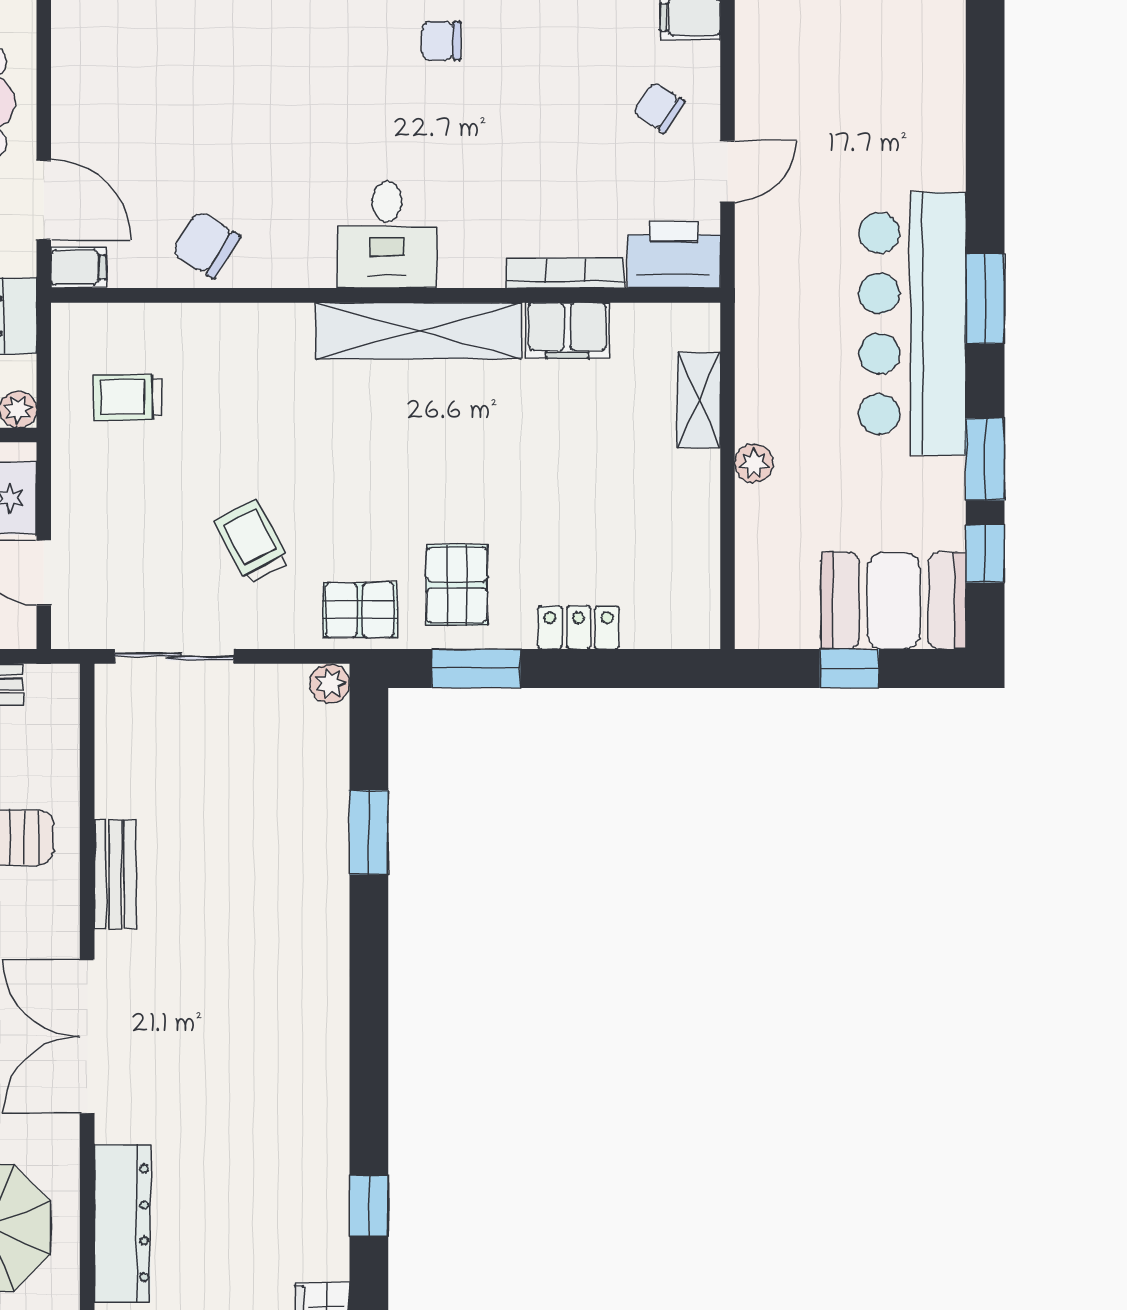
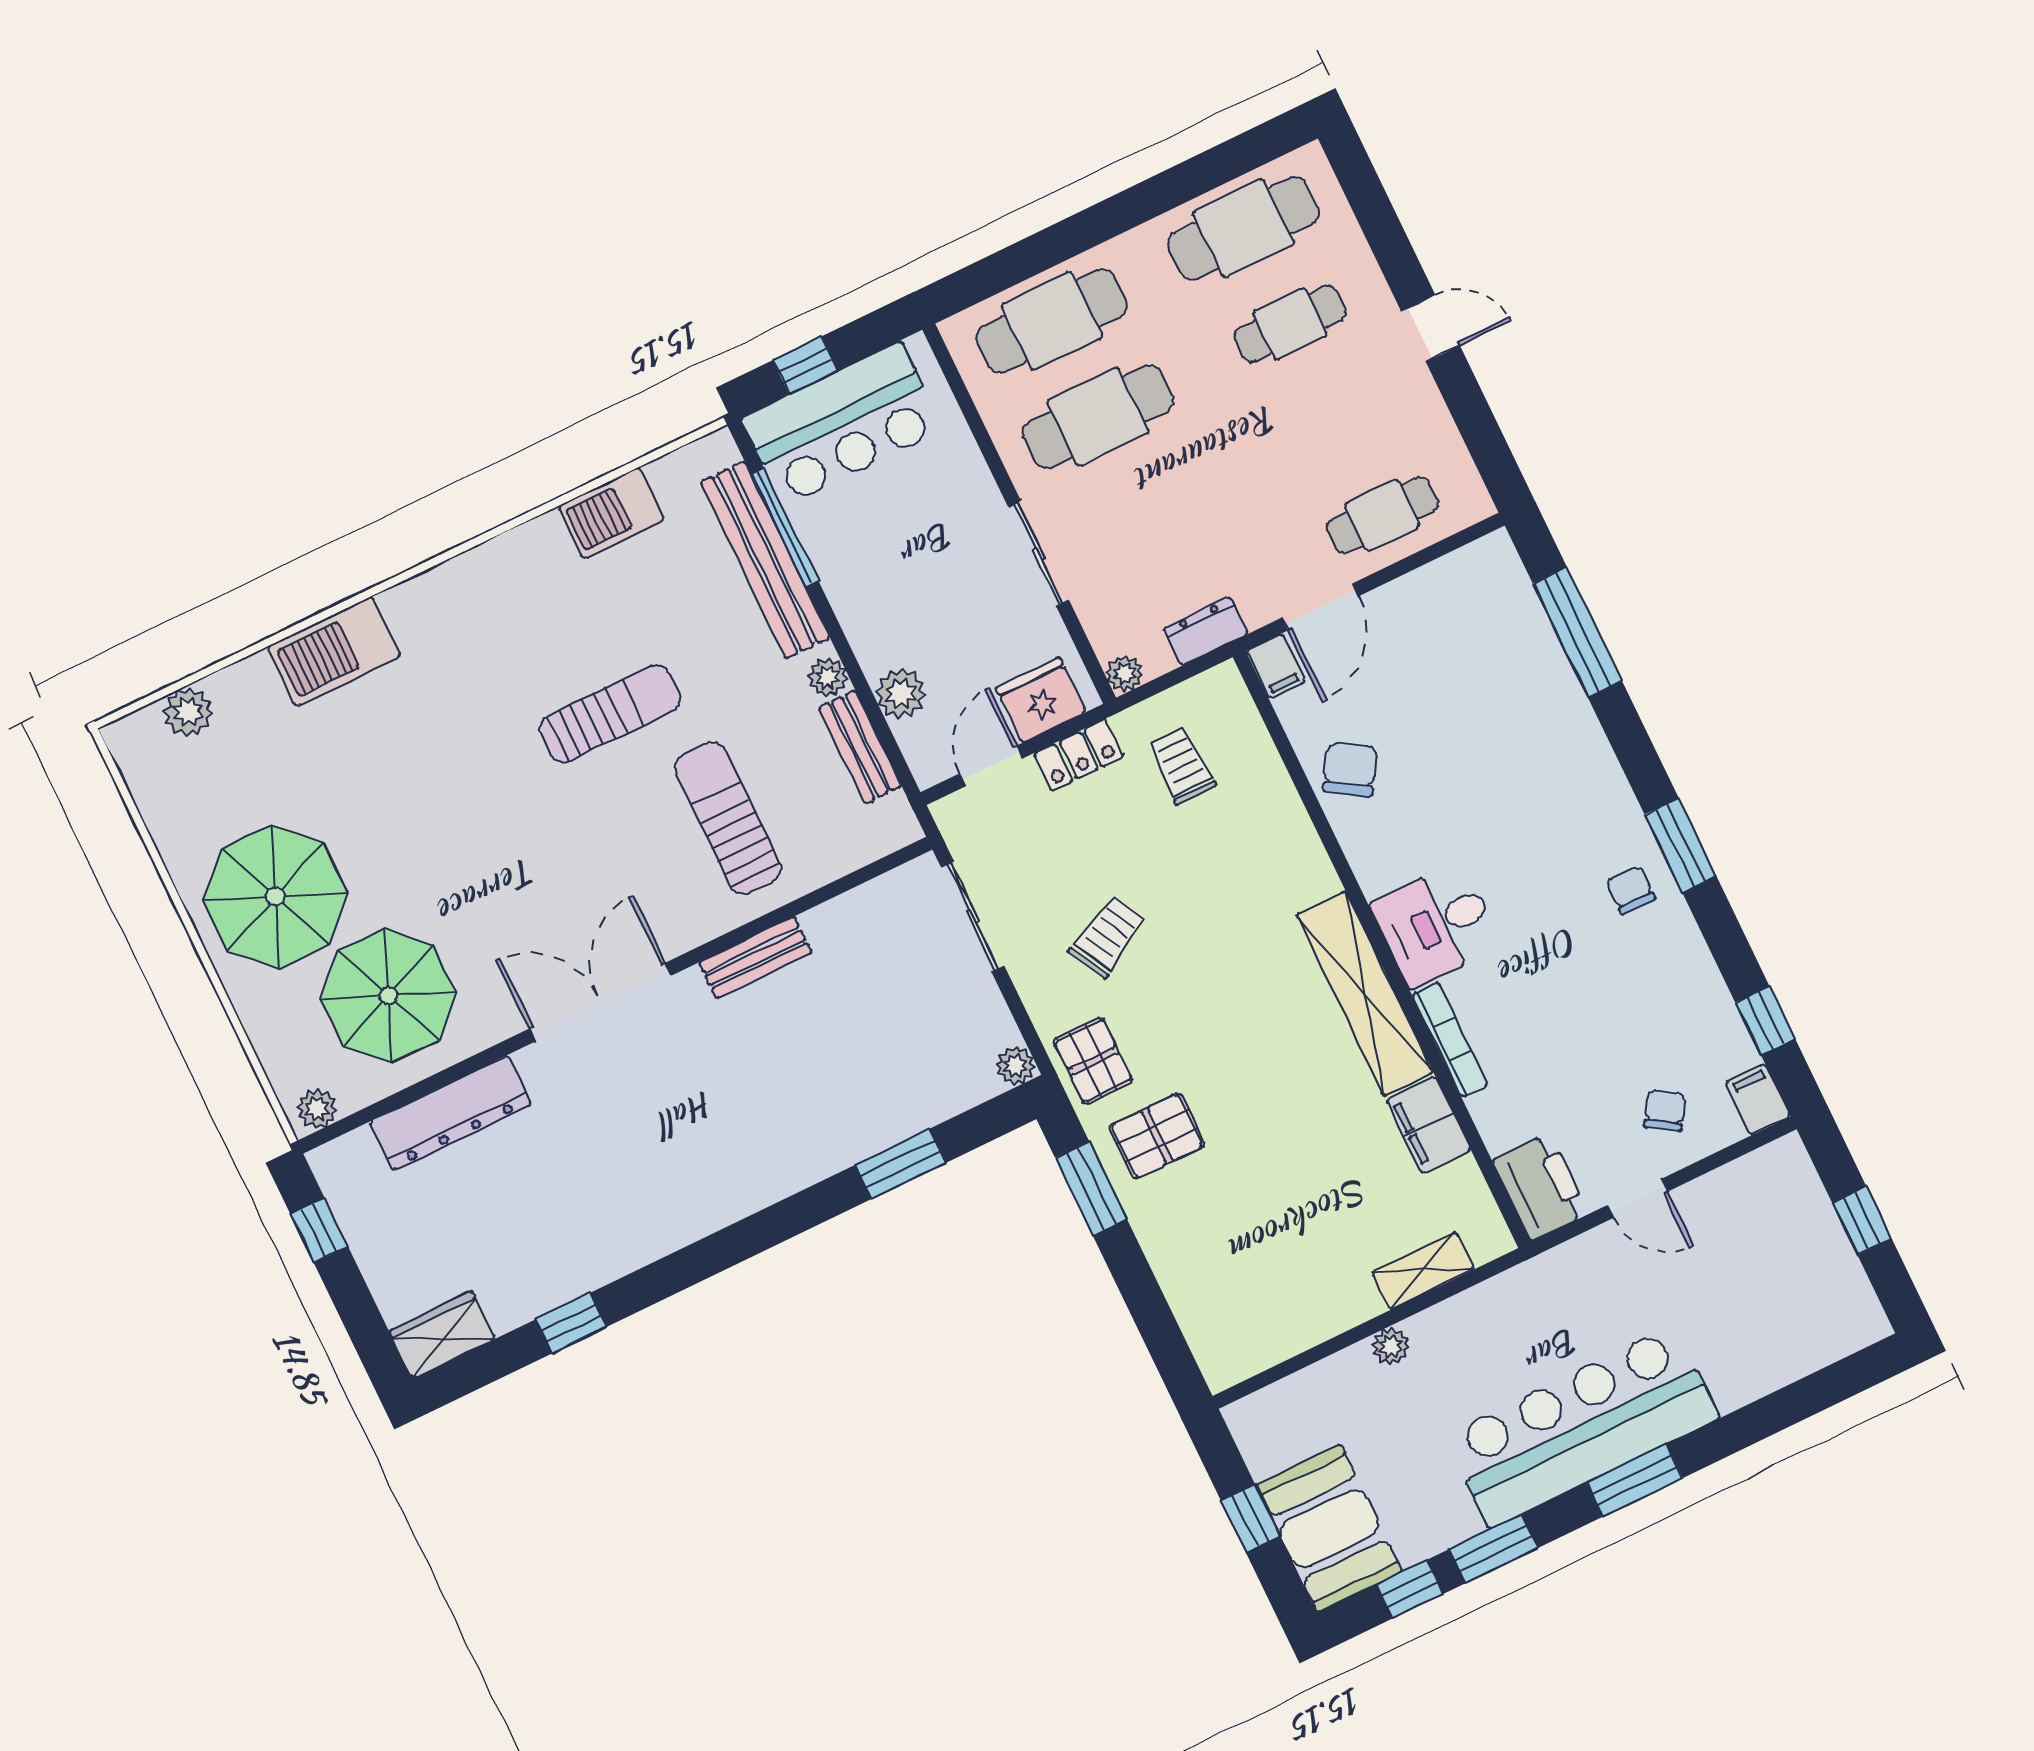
bookcase: (565, 273) -> (1450, 1040), moved
locker: (578, 628) -> (1079, 755), moved, turned 90

